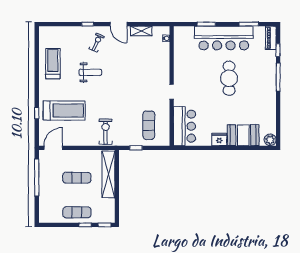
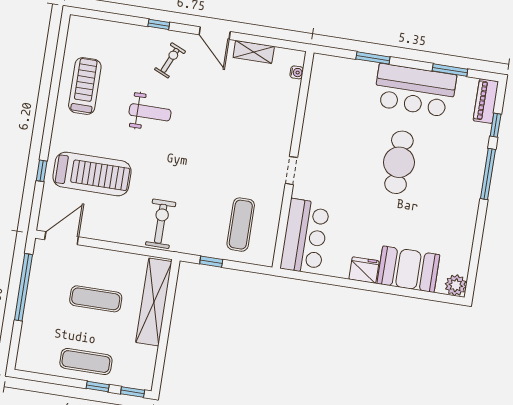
bar counter: (224, 38) -> (415, 90), width x0.73

